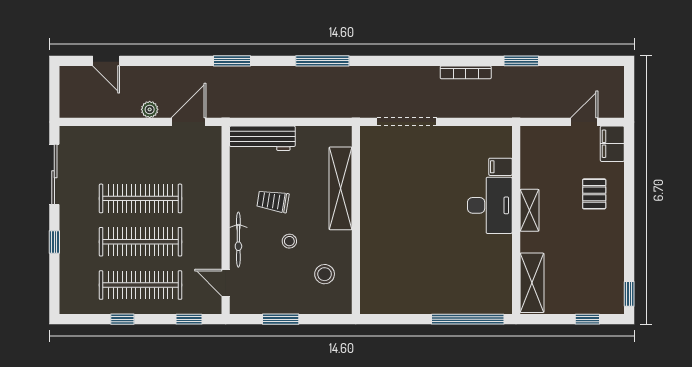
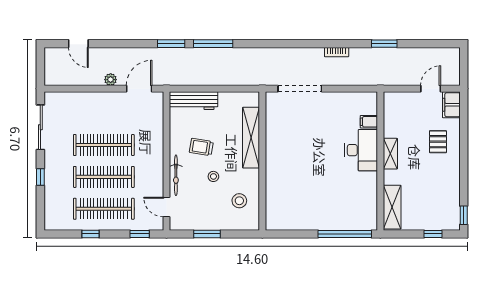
window: (322, 61) -> (213, 44), moved
bookcase: (466, 72) -> (337, 52), width x0.64

